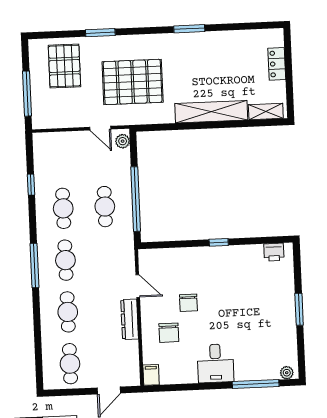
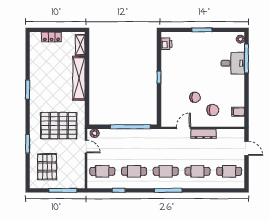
pallet: (64, 66) -> (47, 167), turned 90
pallet: (133, 82) -> (59, 126), turned 90
door: (100, 128) -> (86, 147), hinge flipped
cafe table: (105, 207) -> (102, 171), moved
desk: (216, 363) -> (233, 63), moved
filing cabinet: (151, 375) -> (238, 112), moved

